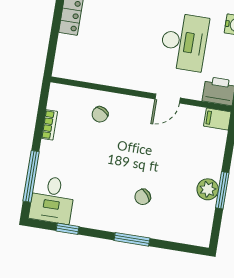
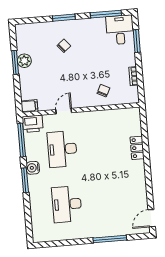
window: (31, 176) -> (137, 41), width x0.69
window: (67, 229) -> (106, 14), width x2.17

